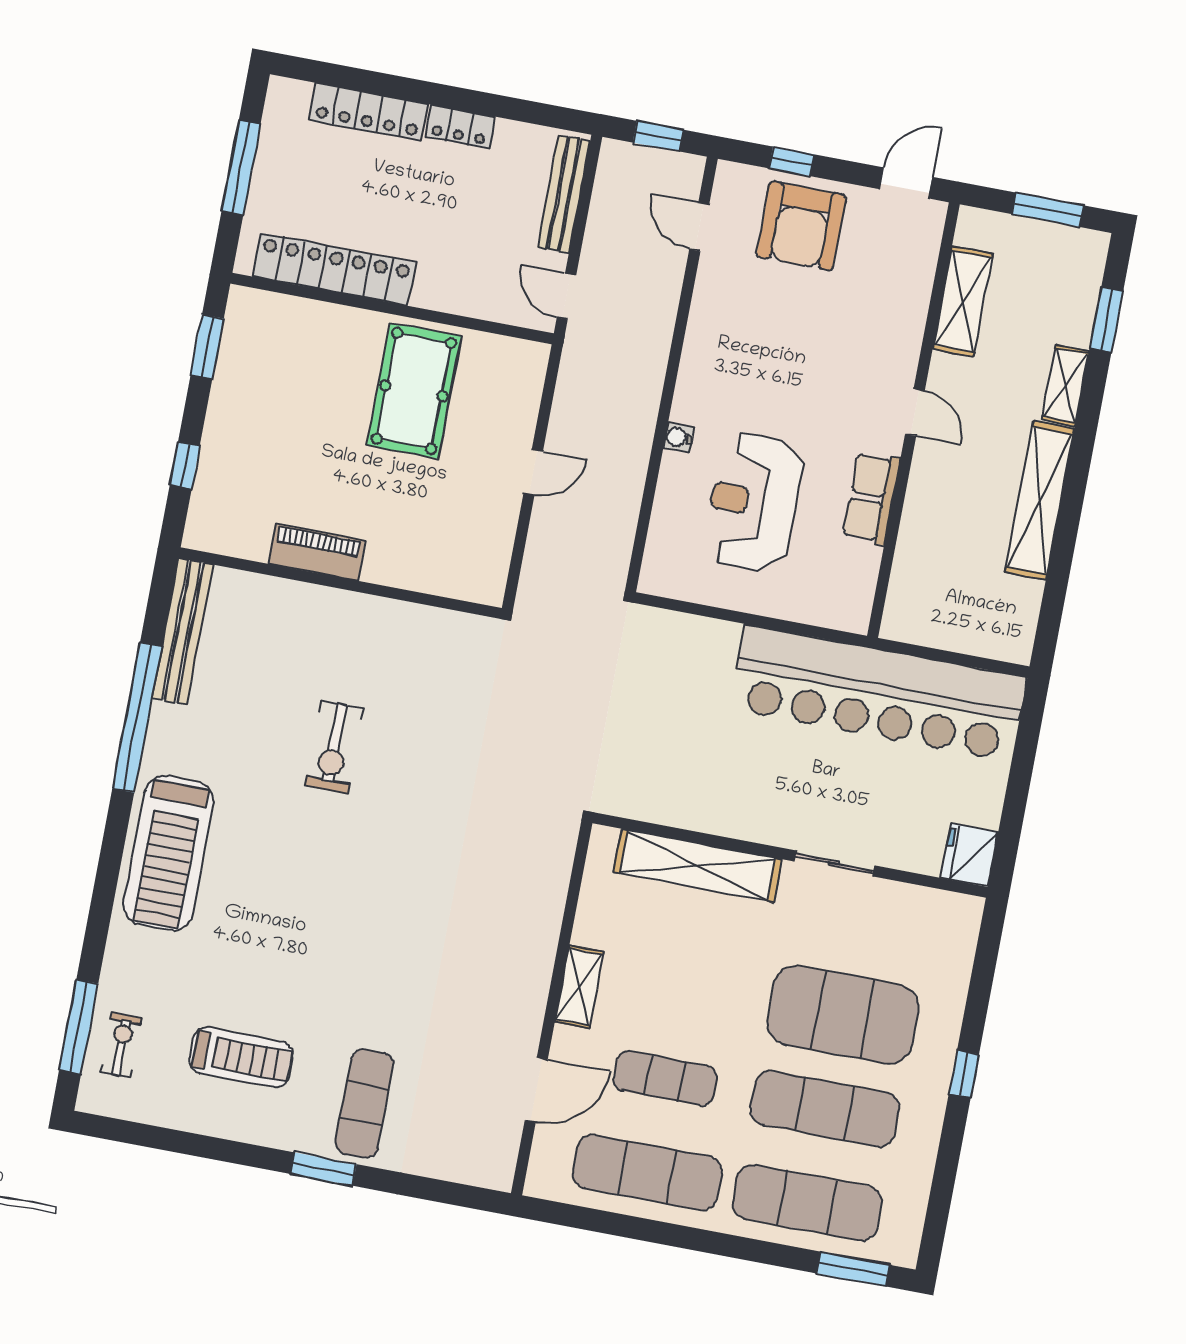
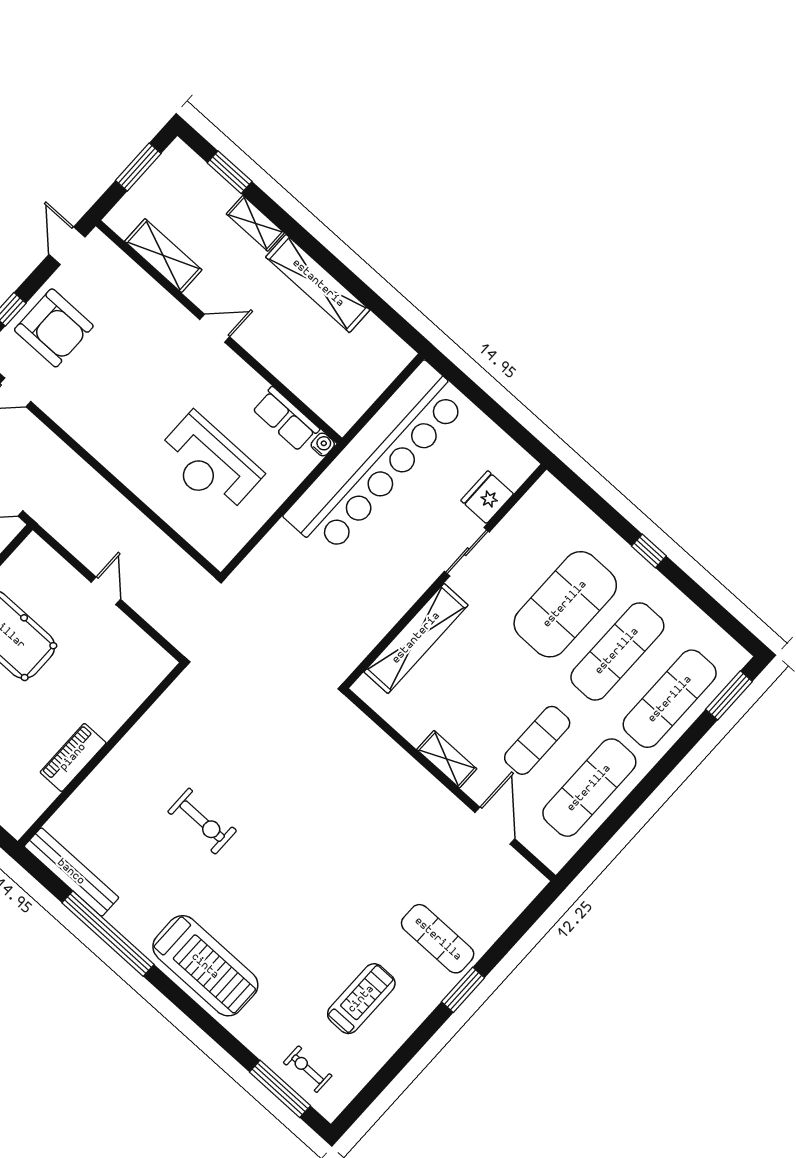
water cooler: (679, 437) -> (323, 444), moved, turned 180
row of seats: (872, 498) -> (286, 419), moved
fridge: (970, 855) -> (487, 497), moved, turned 90

